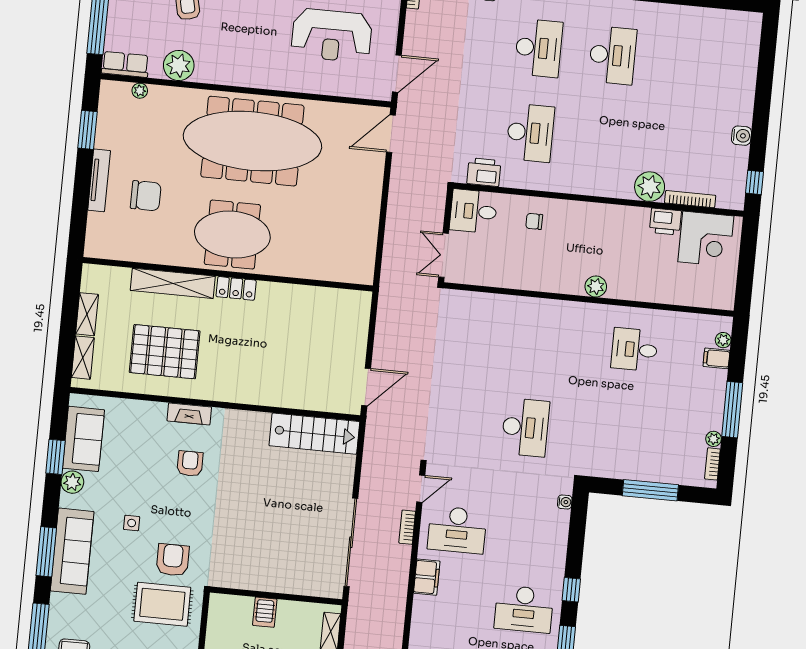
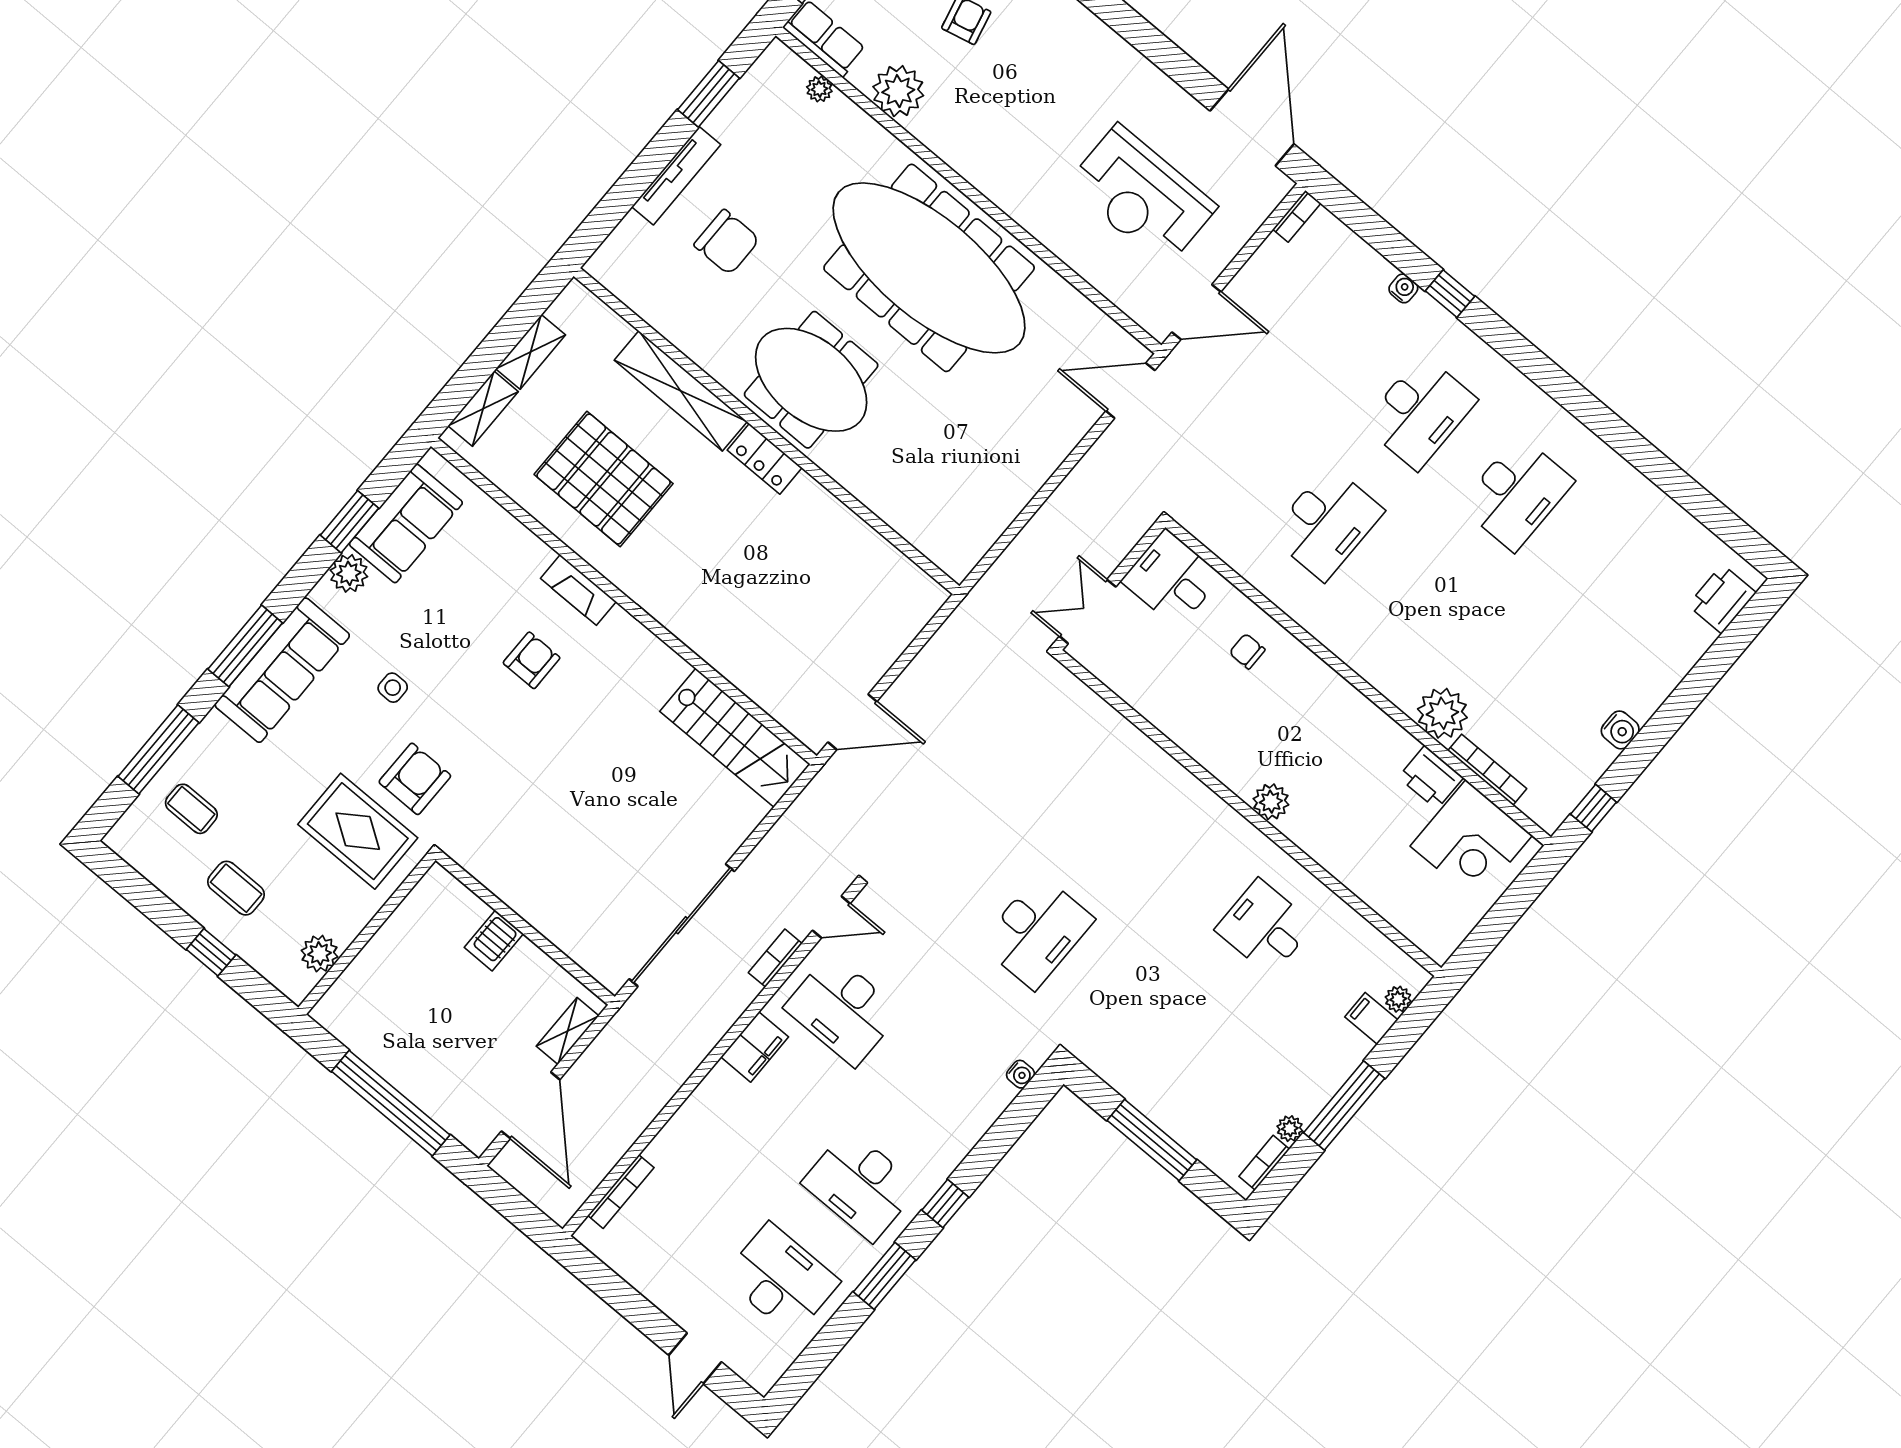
printer: (484, 172) -> (1722, 599), moved, turned -90

